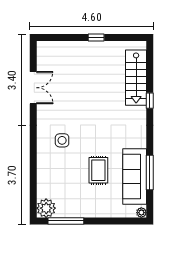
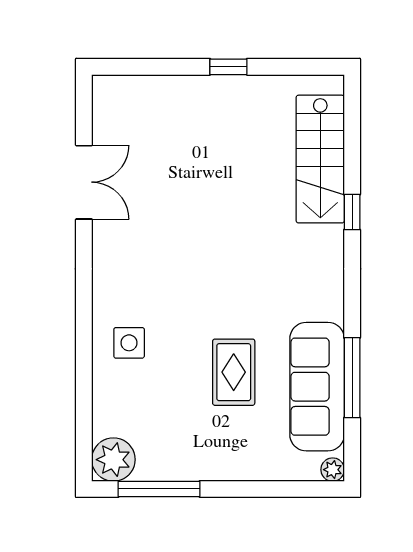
side table: (62, 140) -> (129, 343), moved

